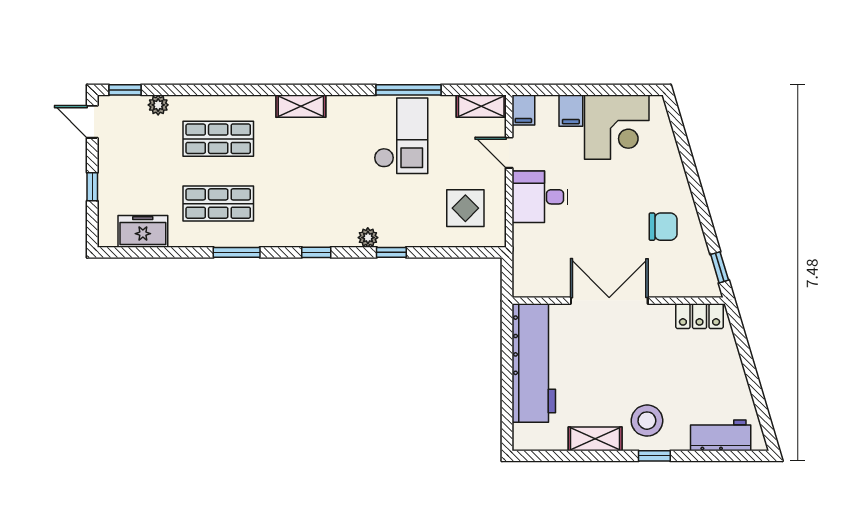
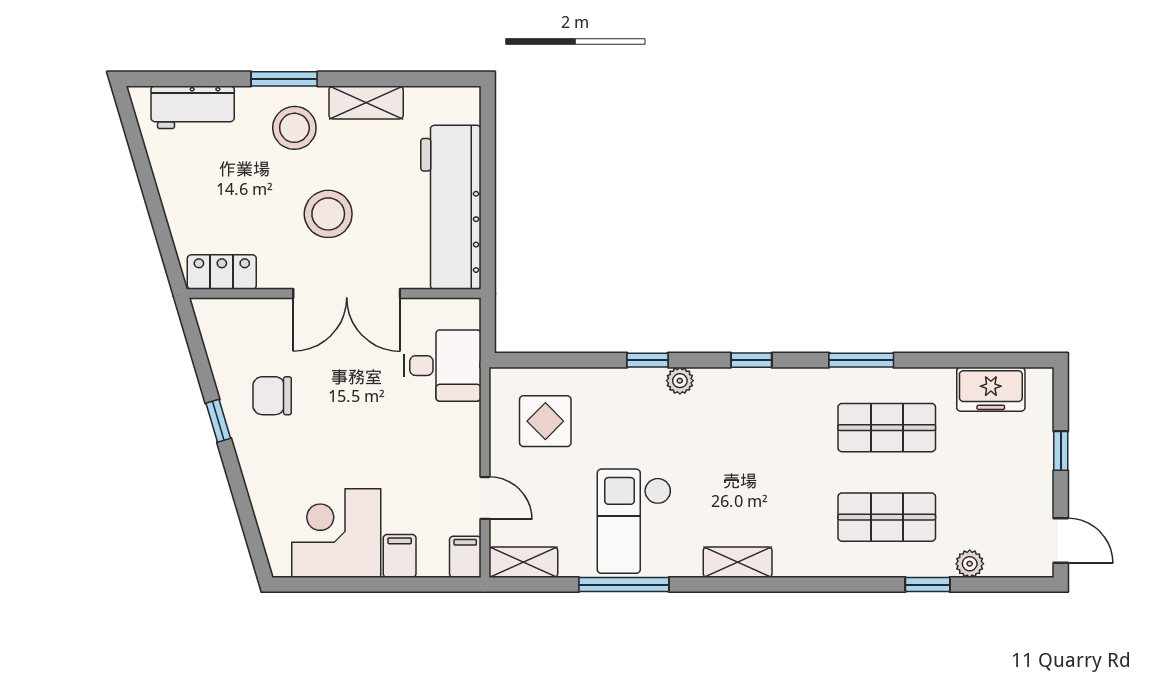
window: (125, 90) -> (928, 585), moved
shelving: (301, 106) -> (738, 562), moved
desk: (540, 197) -> (442, 366), moved
window: (720, 267) -> (218, 421), moved
stool: (622, 358) -> (328, 214), added
window: (654, 456) -> (284, 79), width x1.50

